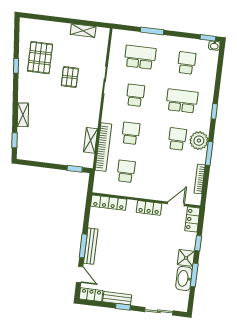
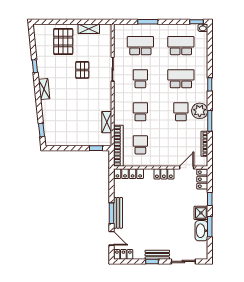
pallet: (40, 58) -> (63, 41), moved
school desk: (187, 63) -> (181, 46), width x1.85
shelving: (23, 115) -> (44, 89), moved
bookcase: (103, 147) -> (118, 146), moved
bench: (117, 298) -> (157, 255), moved

